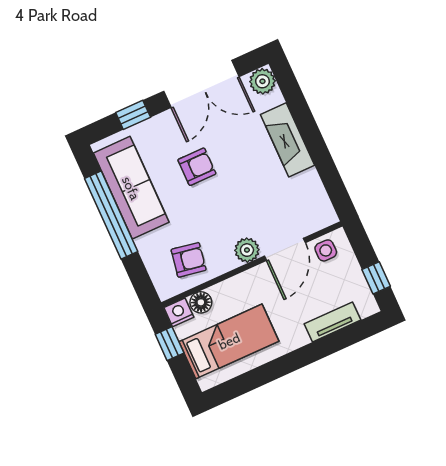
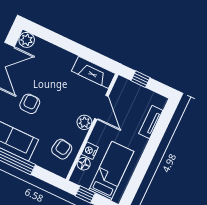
fireplace: (288, 140) -> (93, 72), moved
side table: (326, 250) -> (120, 92), removed
window: (376, 278) -> (140, 79), moved
nightstand: (179, 312) -> (90, 151), moved

